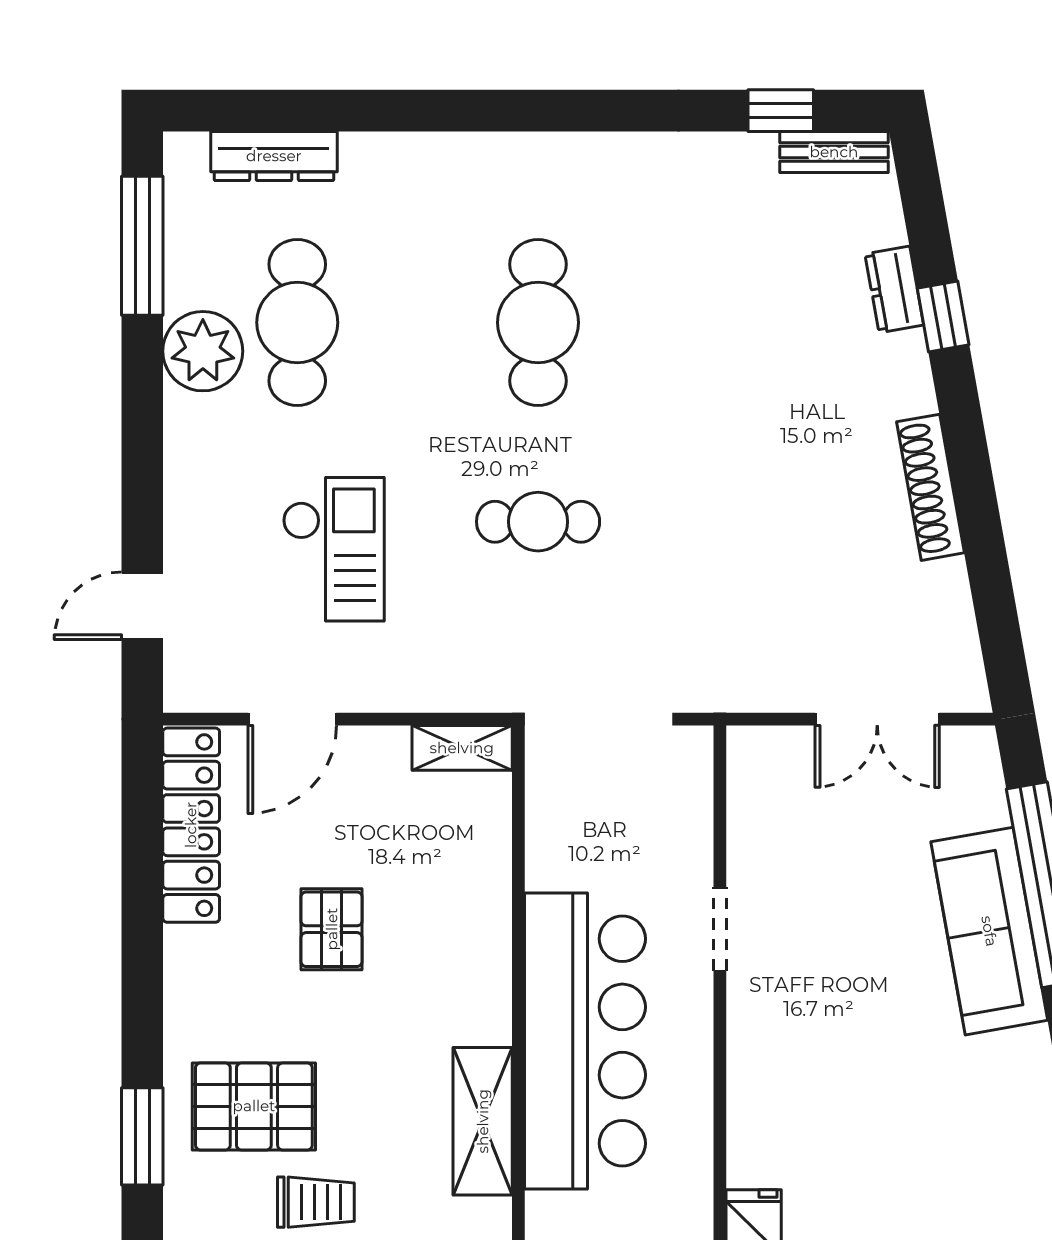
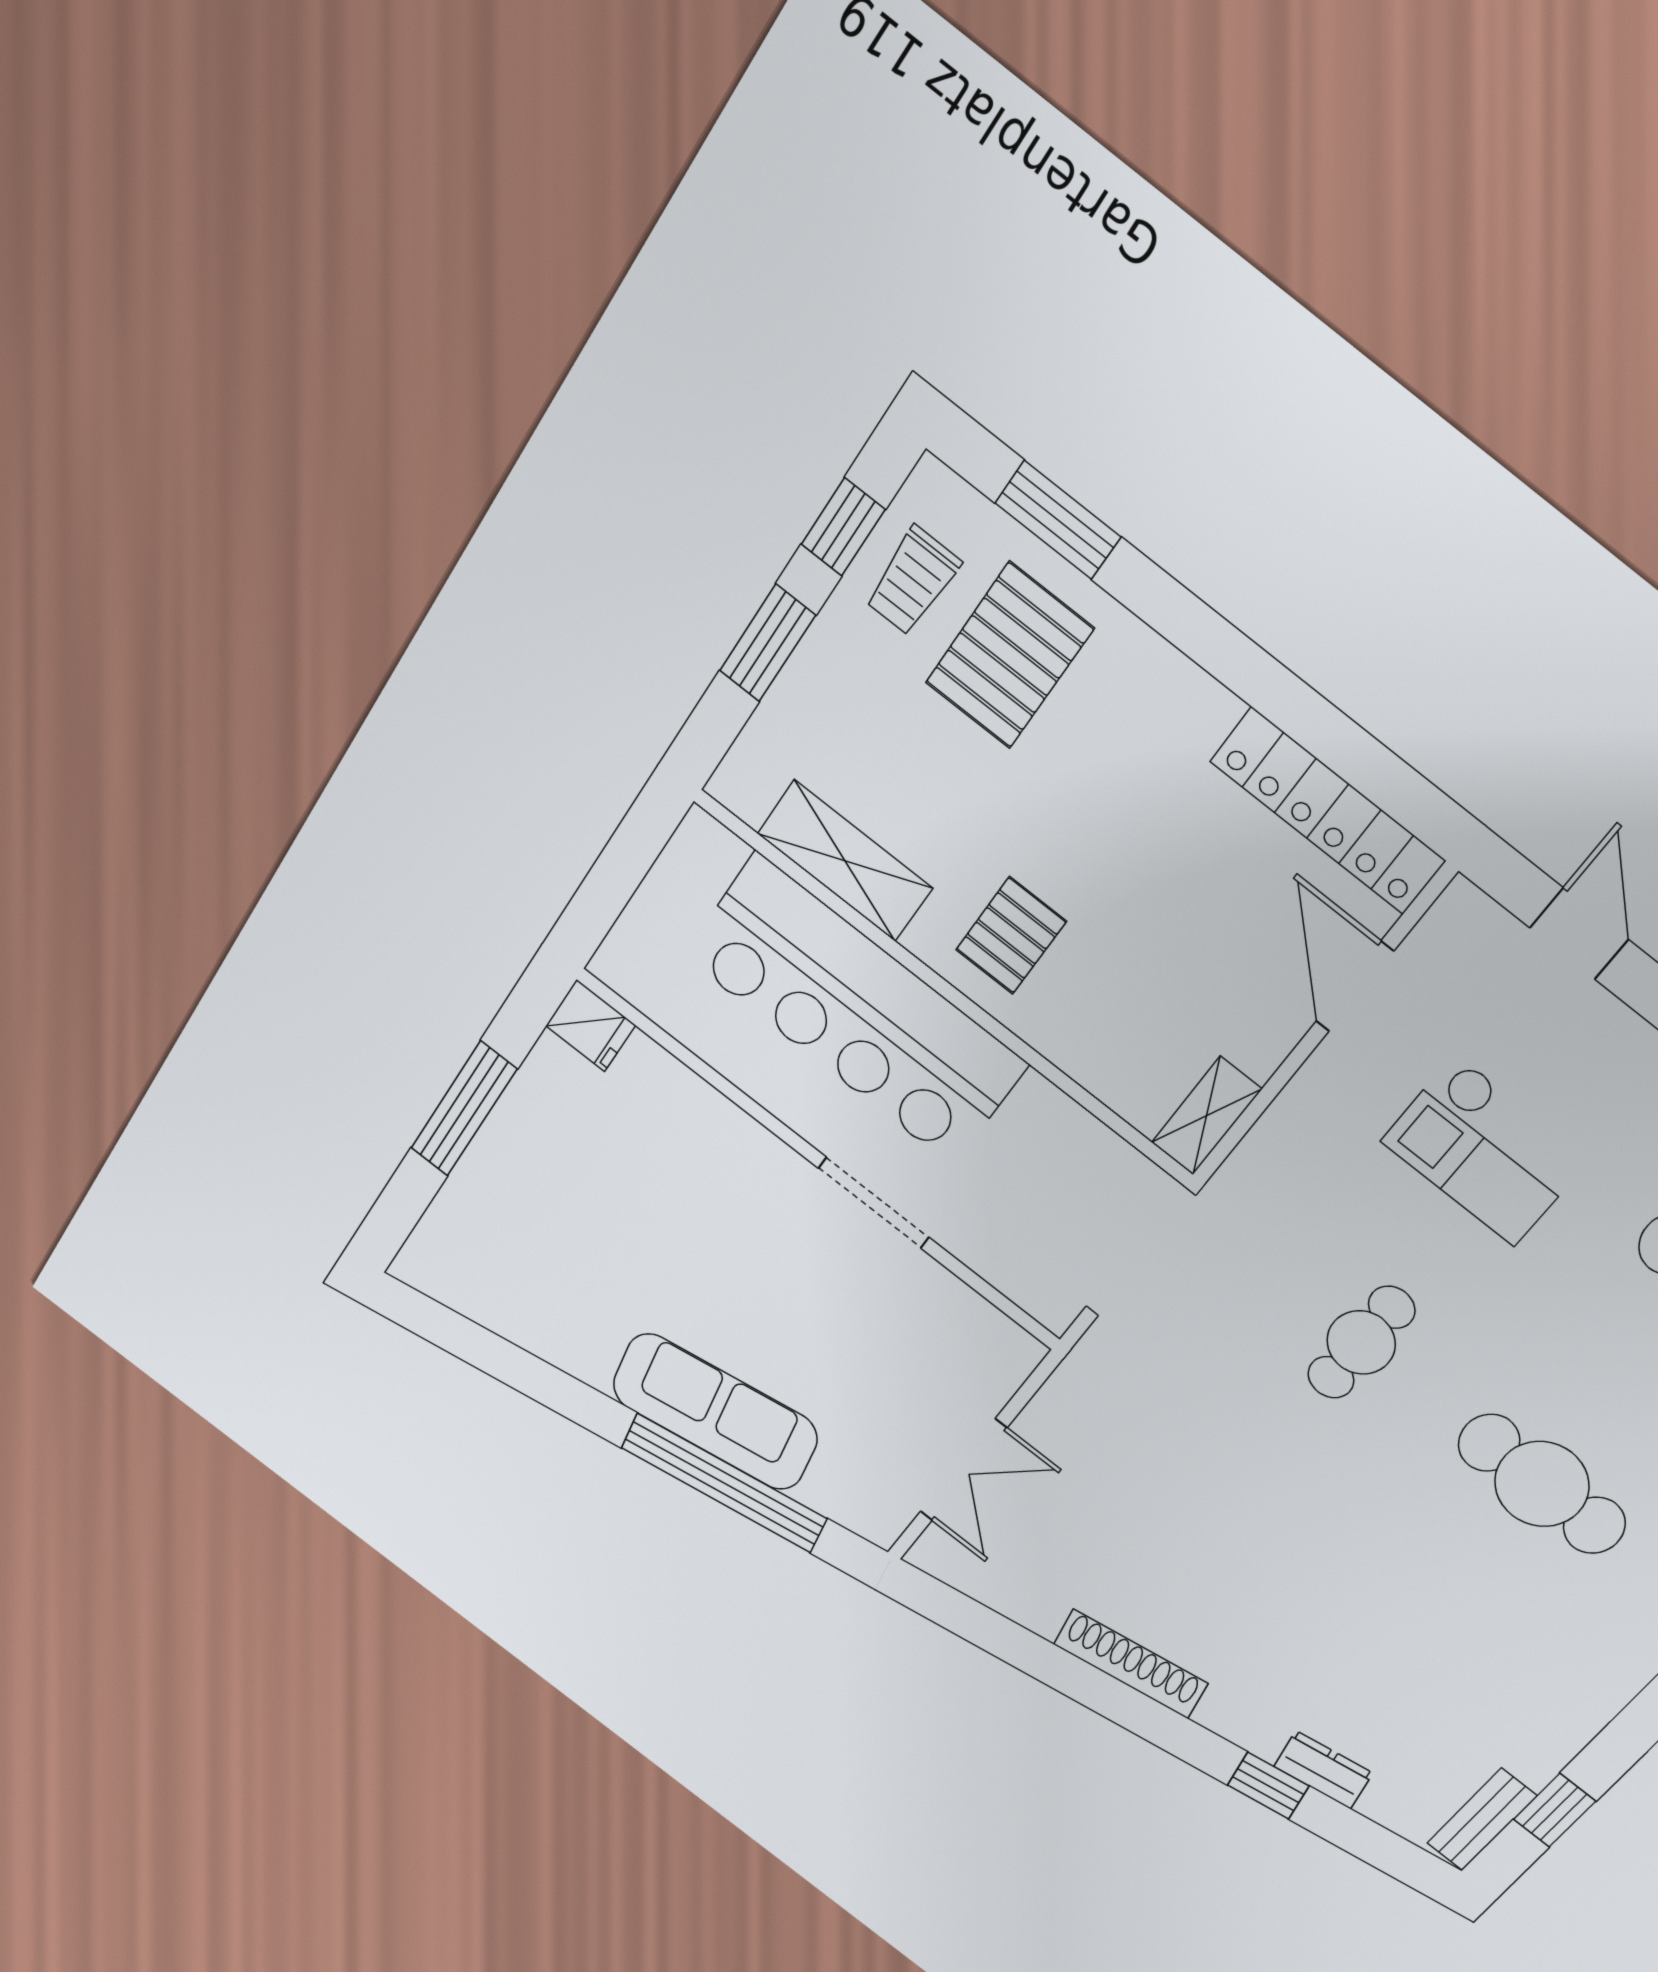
double door: (877, 719) -> (963, 1470), swing flipped
pallet: (332, 929) -> (1011, 936), moved, turned 90
doorway: (720, 929) -> (874, 1203), width x1.38
trolley: (316, 1202) -> (913, 581), moved

